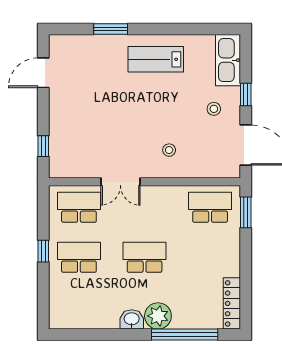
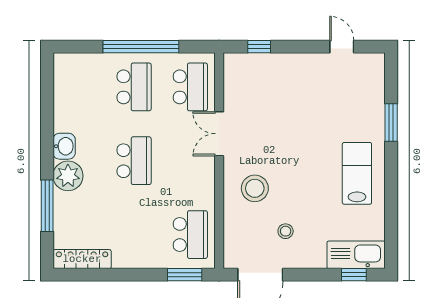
door: (43, 73) -> (342, 47), width x0.73
window: (246, 95) -> (354, 275), moved
stool: (214, 109) -> (286, 231), moved
stool: (169, 150) -> (255, 188), width x1.89, depth x1.89
window: (43, 251) -> (141, 47), width x3.17
window: (185, 335) -> (47, 206), width x0.68

